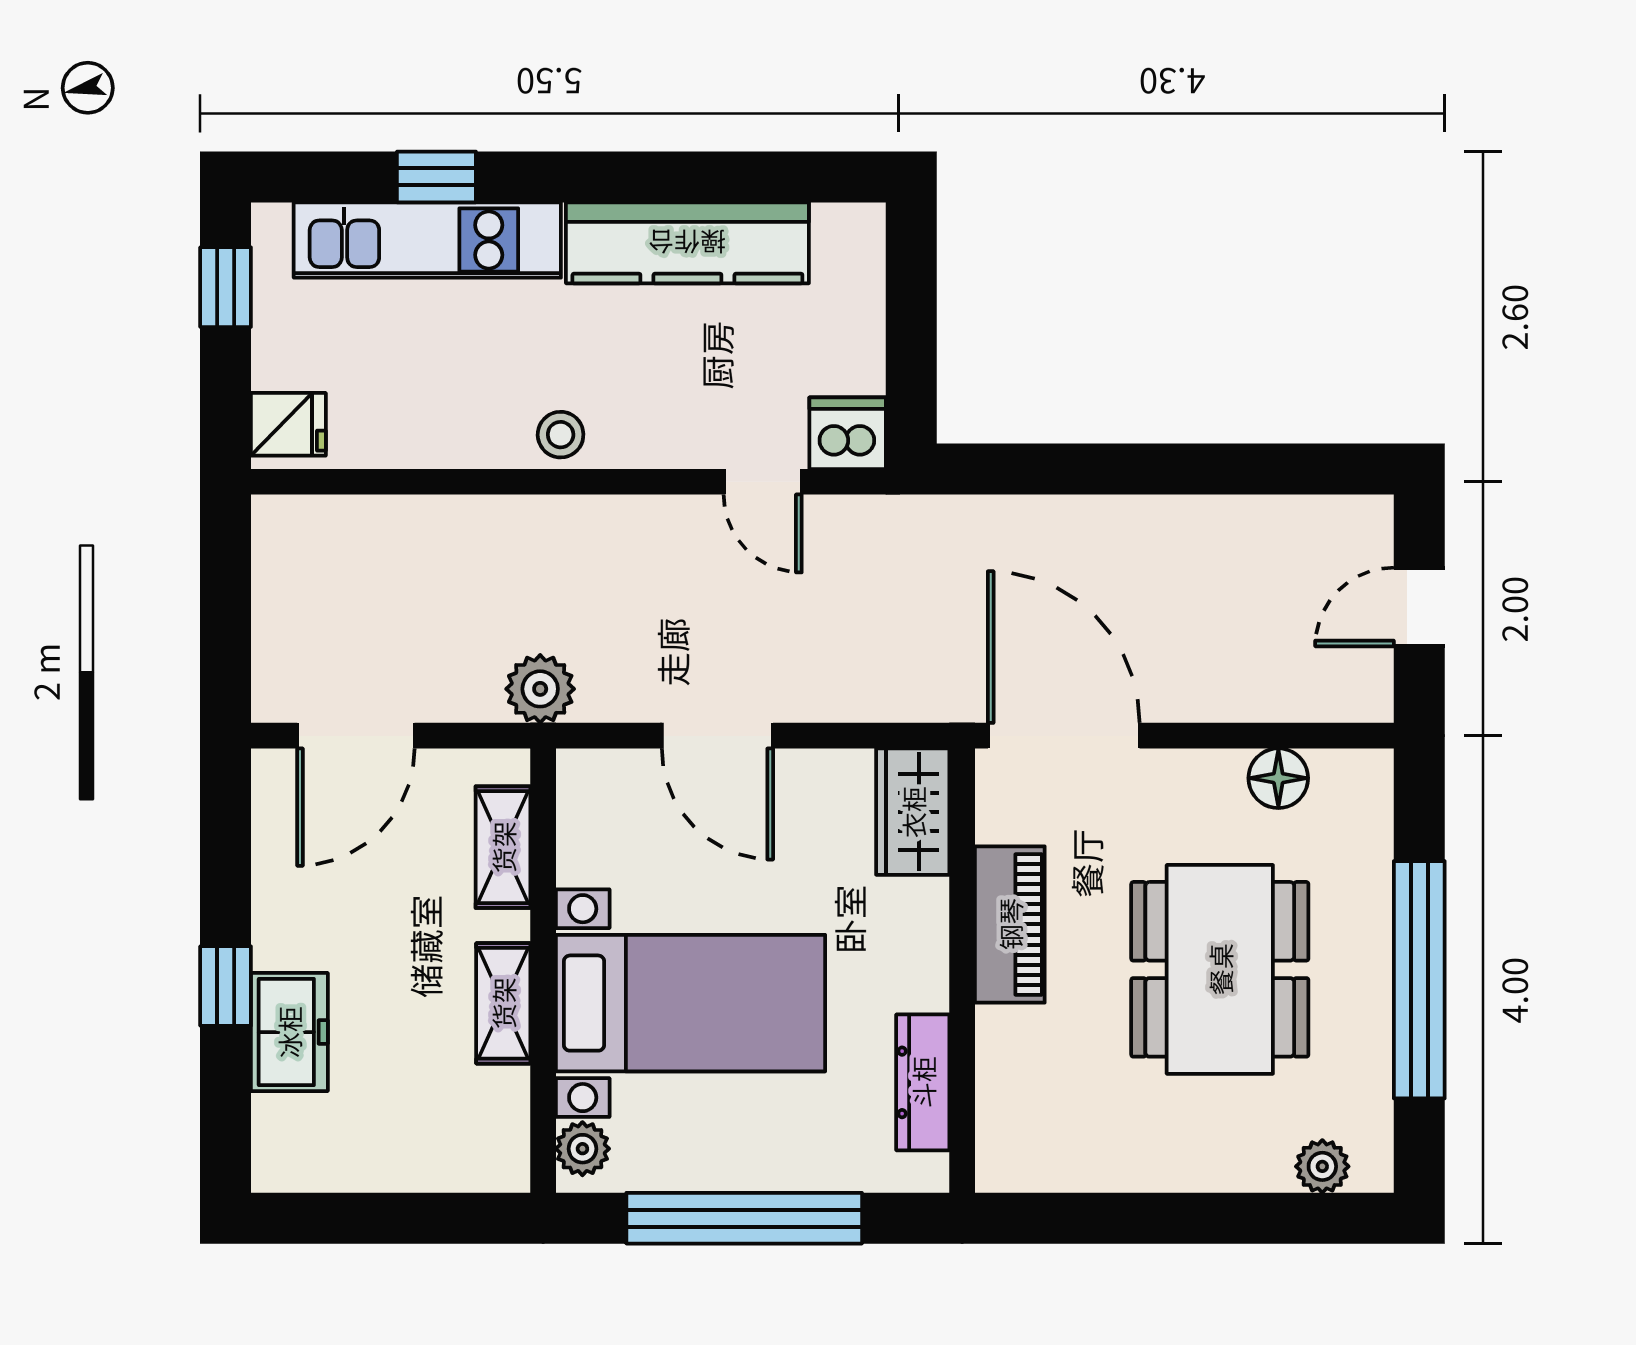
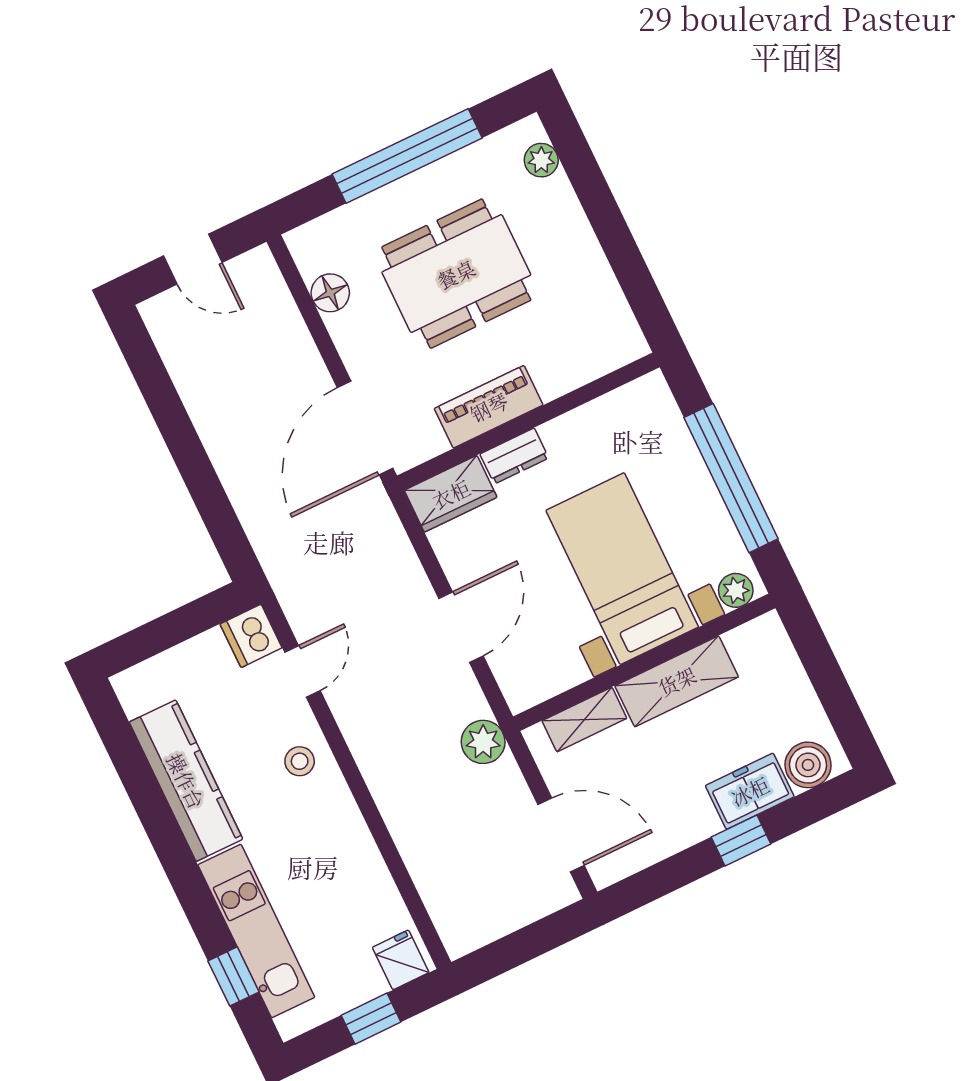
window: (436, 177) -> (234, 976), moved
window: (226, 287) -> (371, 1019), moved
stool: (561, 435) -> (300, 761), moved
shelving: (503, 1003) -> (677, 681), width x1.50, depth x1.33
dresser: (923, 1082) -> (514, 456), moved, width x0.70
boiler: (287, 1132) -> (808, 765), added

